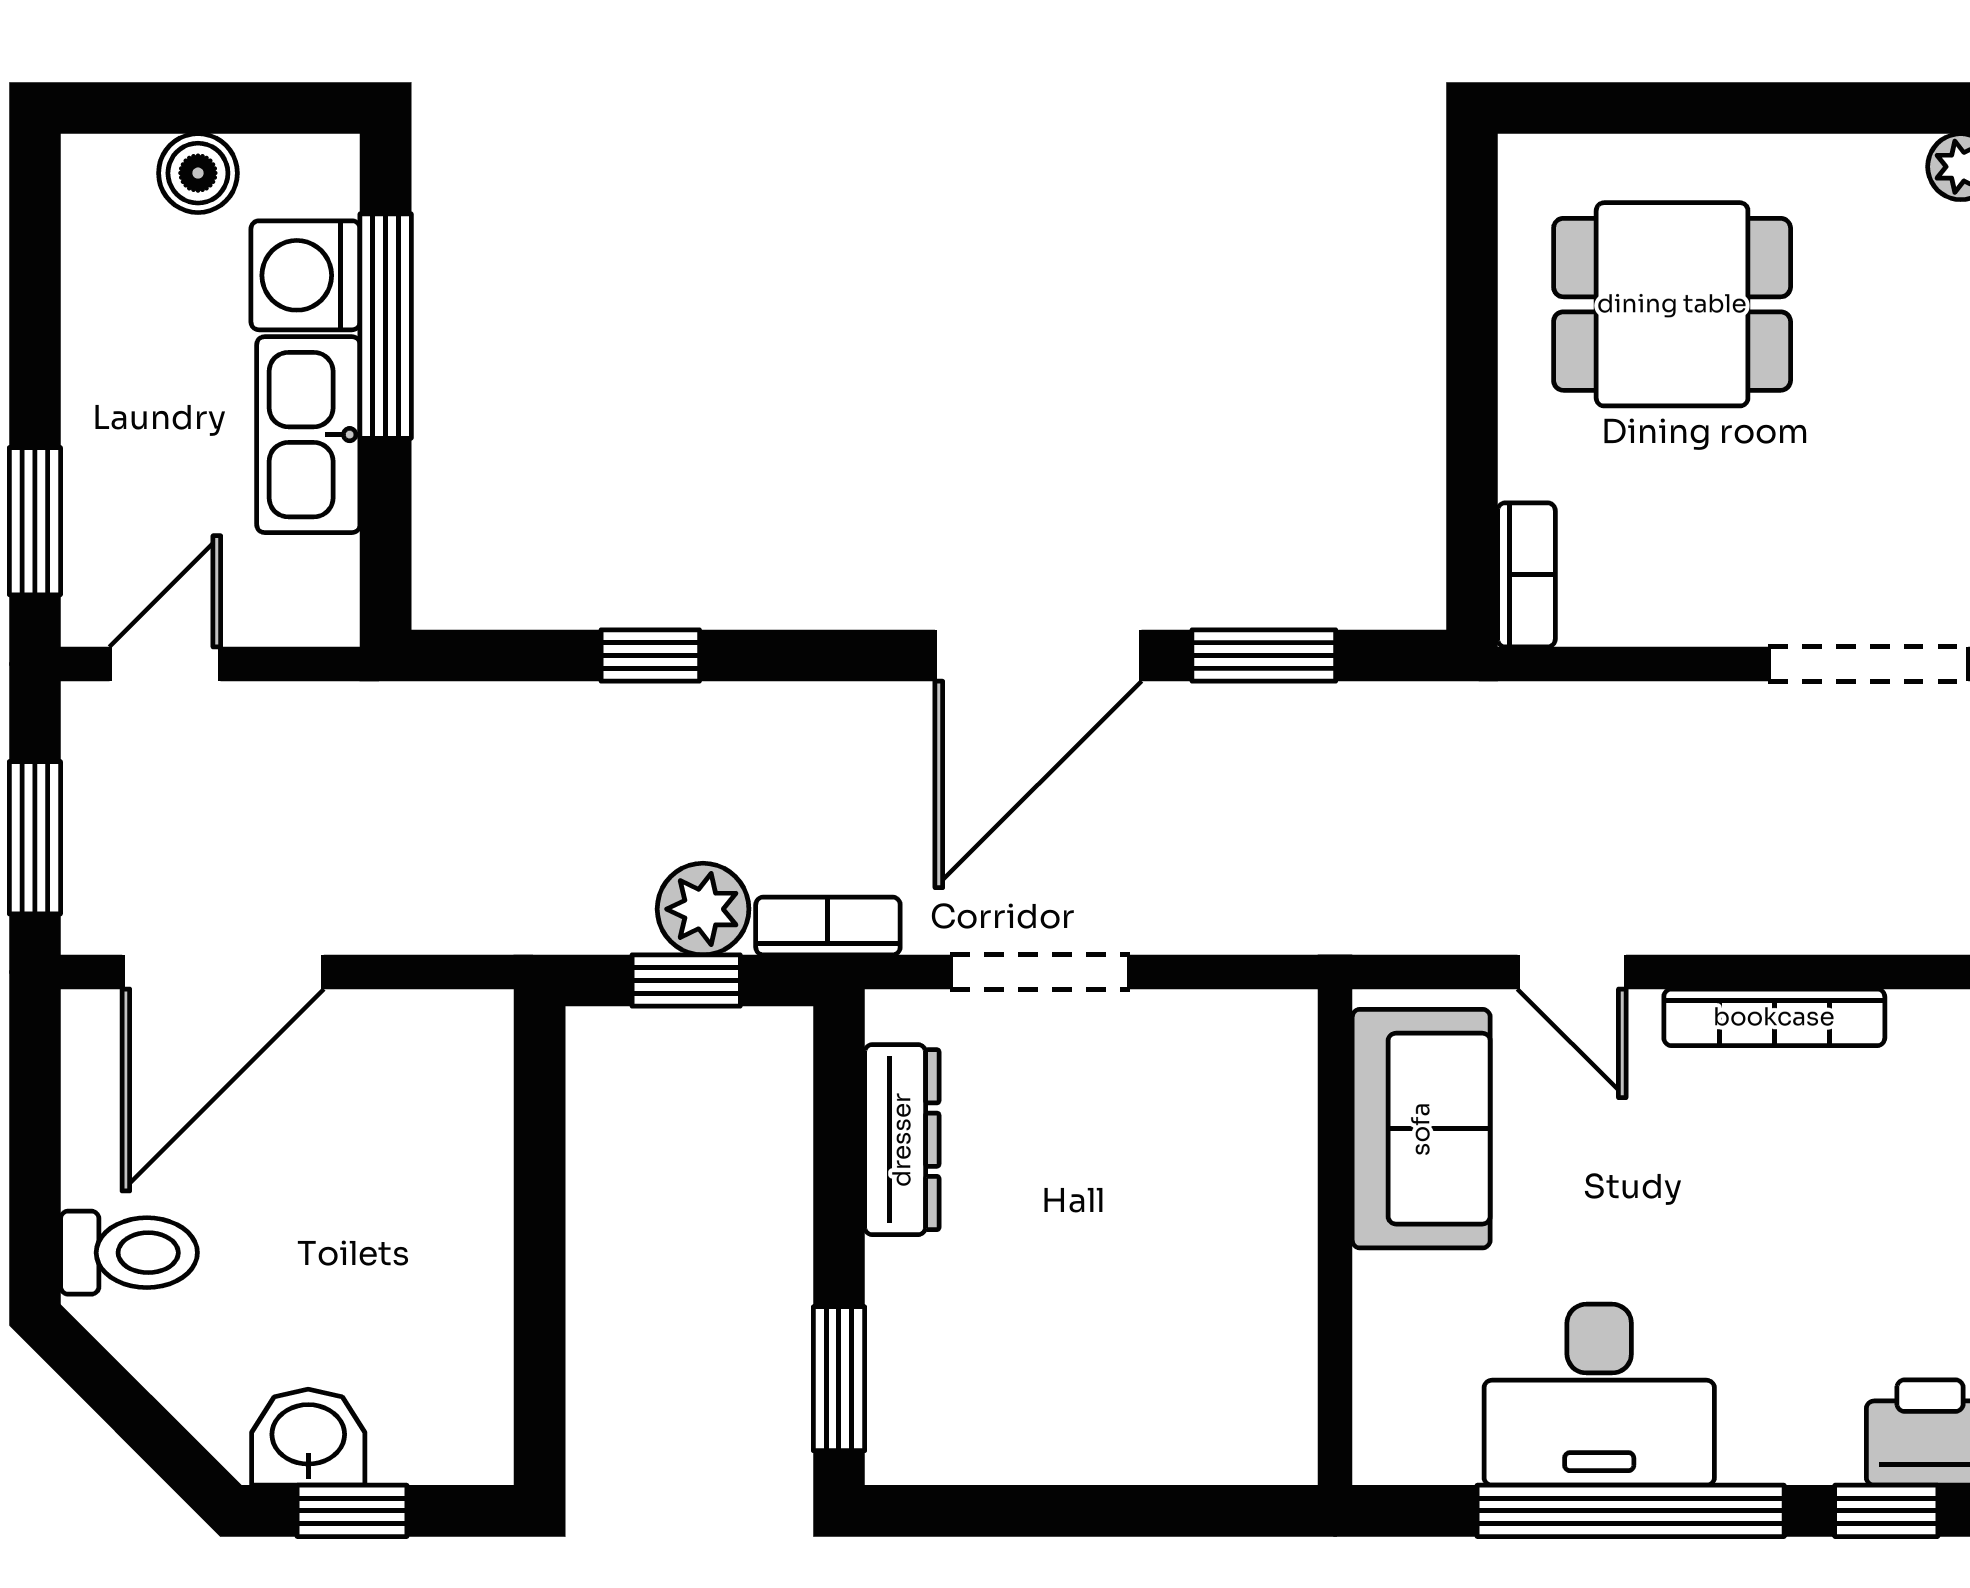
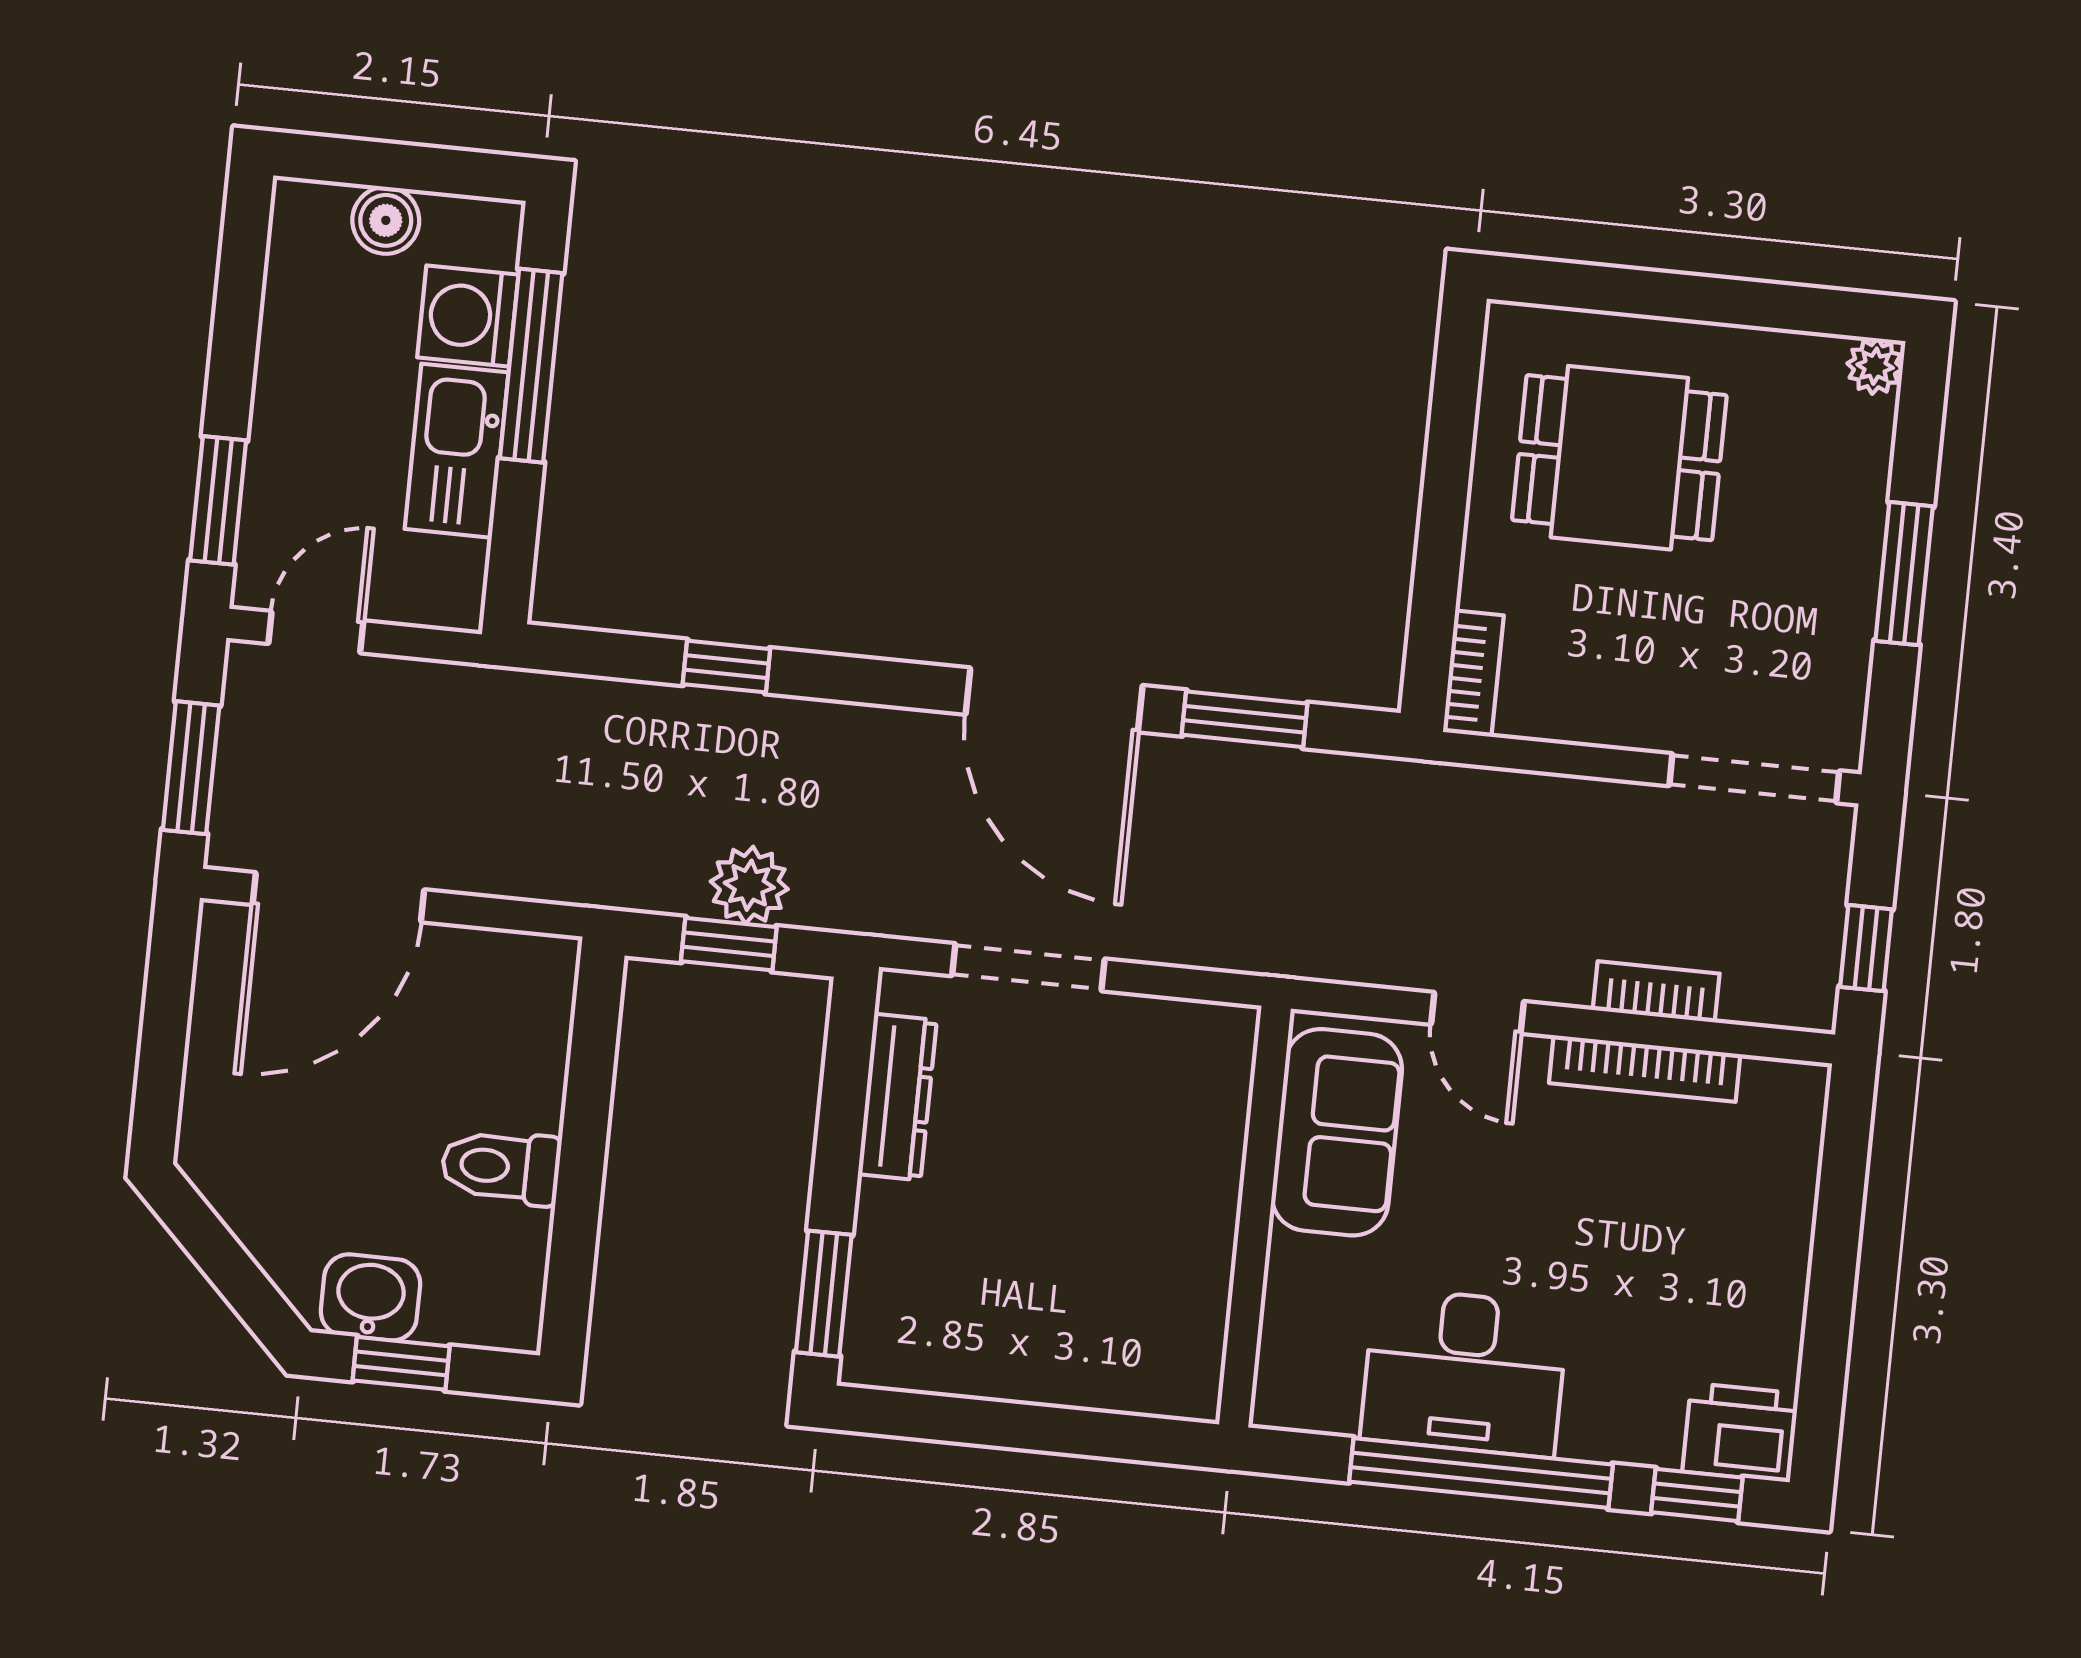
door: (1038, 655) -> (1054, 700), hinge flipped
bookcase: (828, 926) -> (1656, 992), moved
toilet: (129, 1253) -> (501, 1167), moved, turned 180

